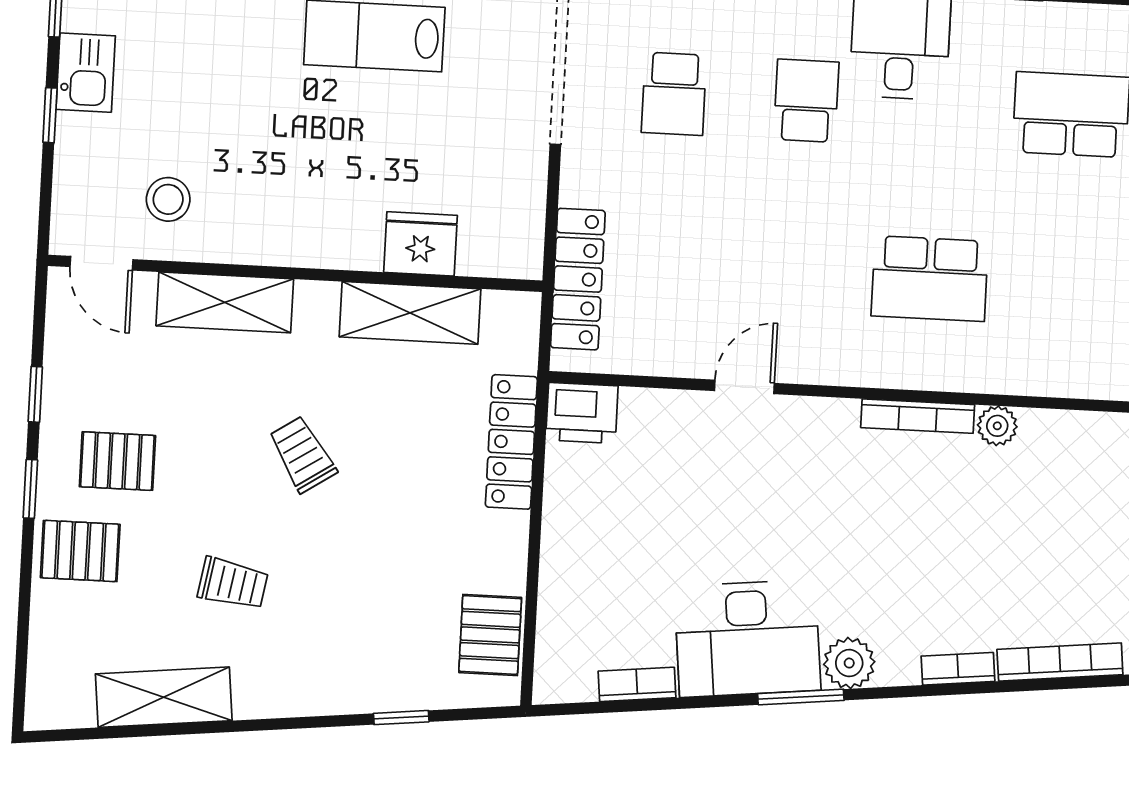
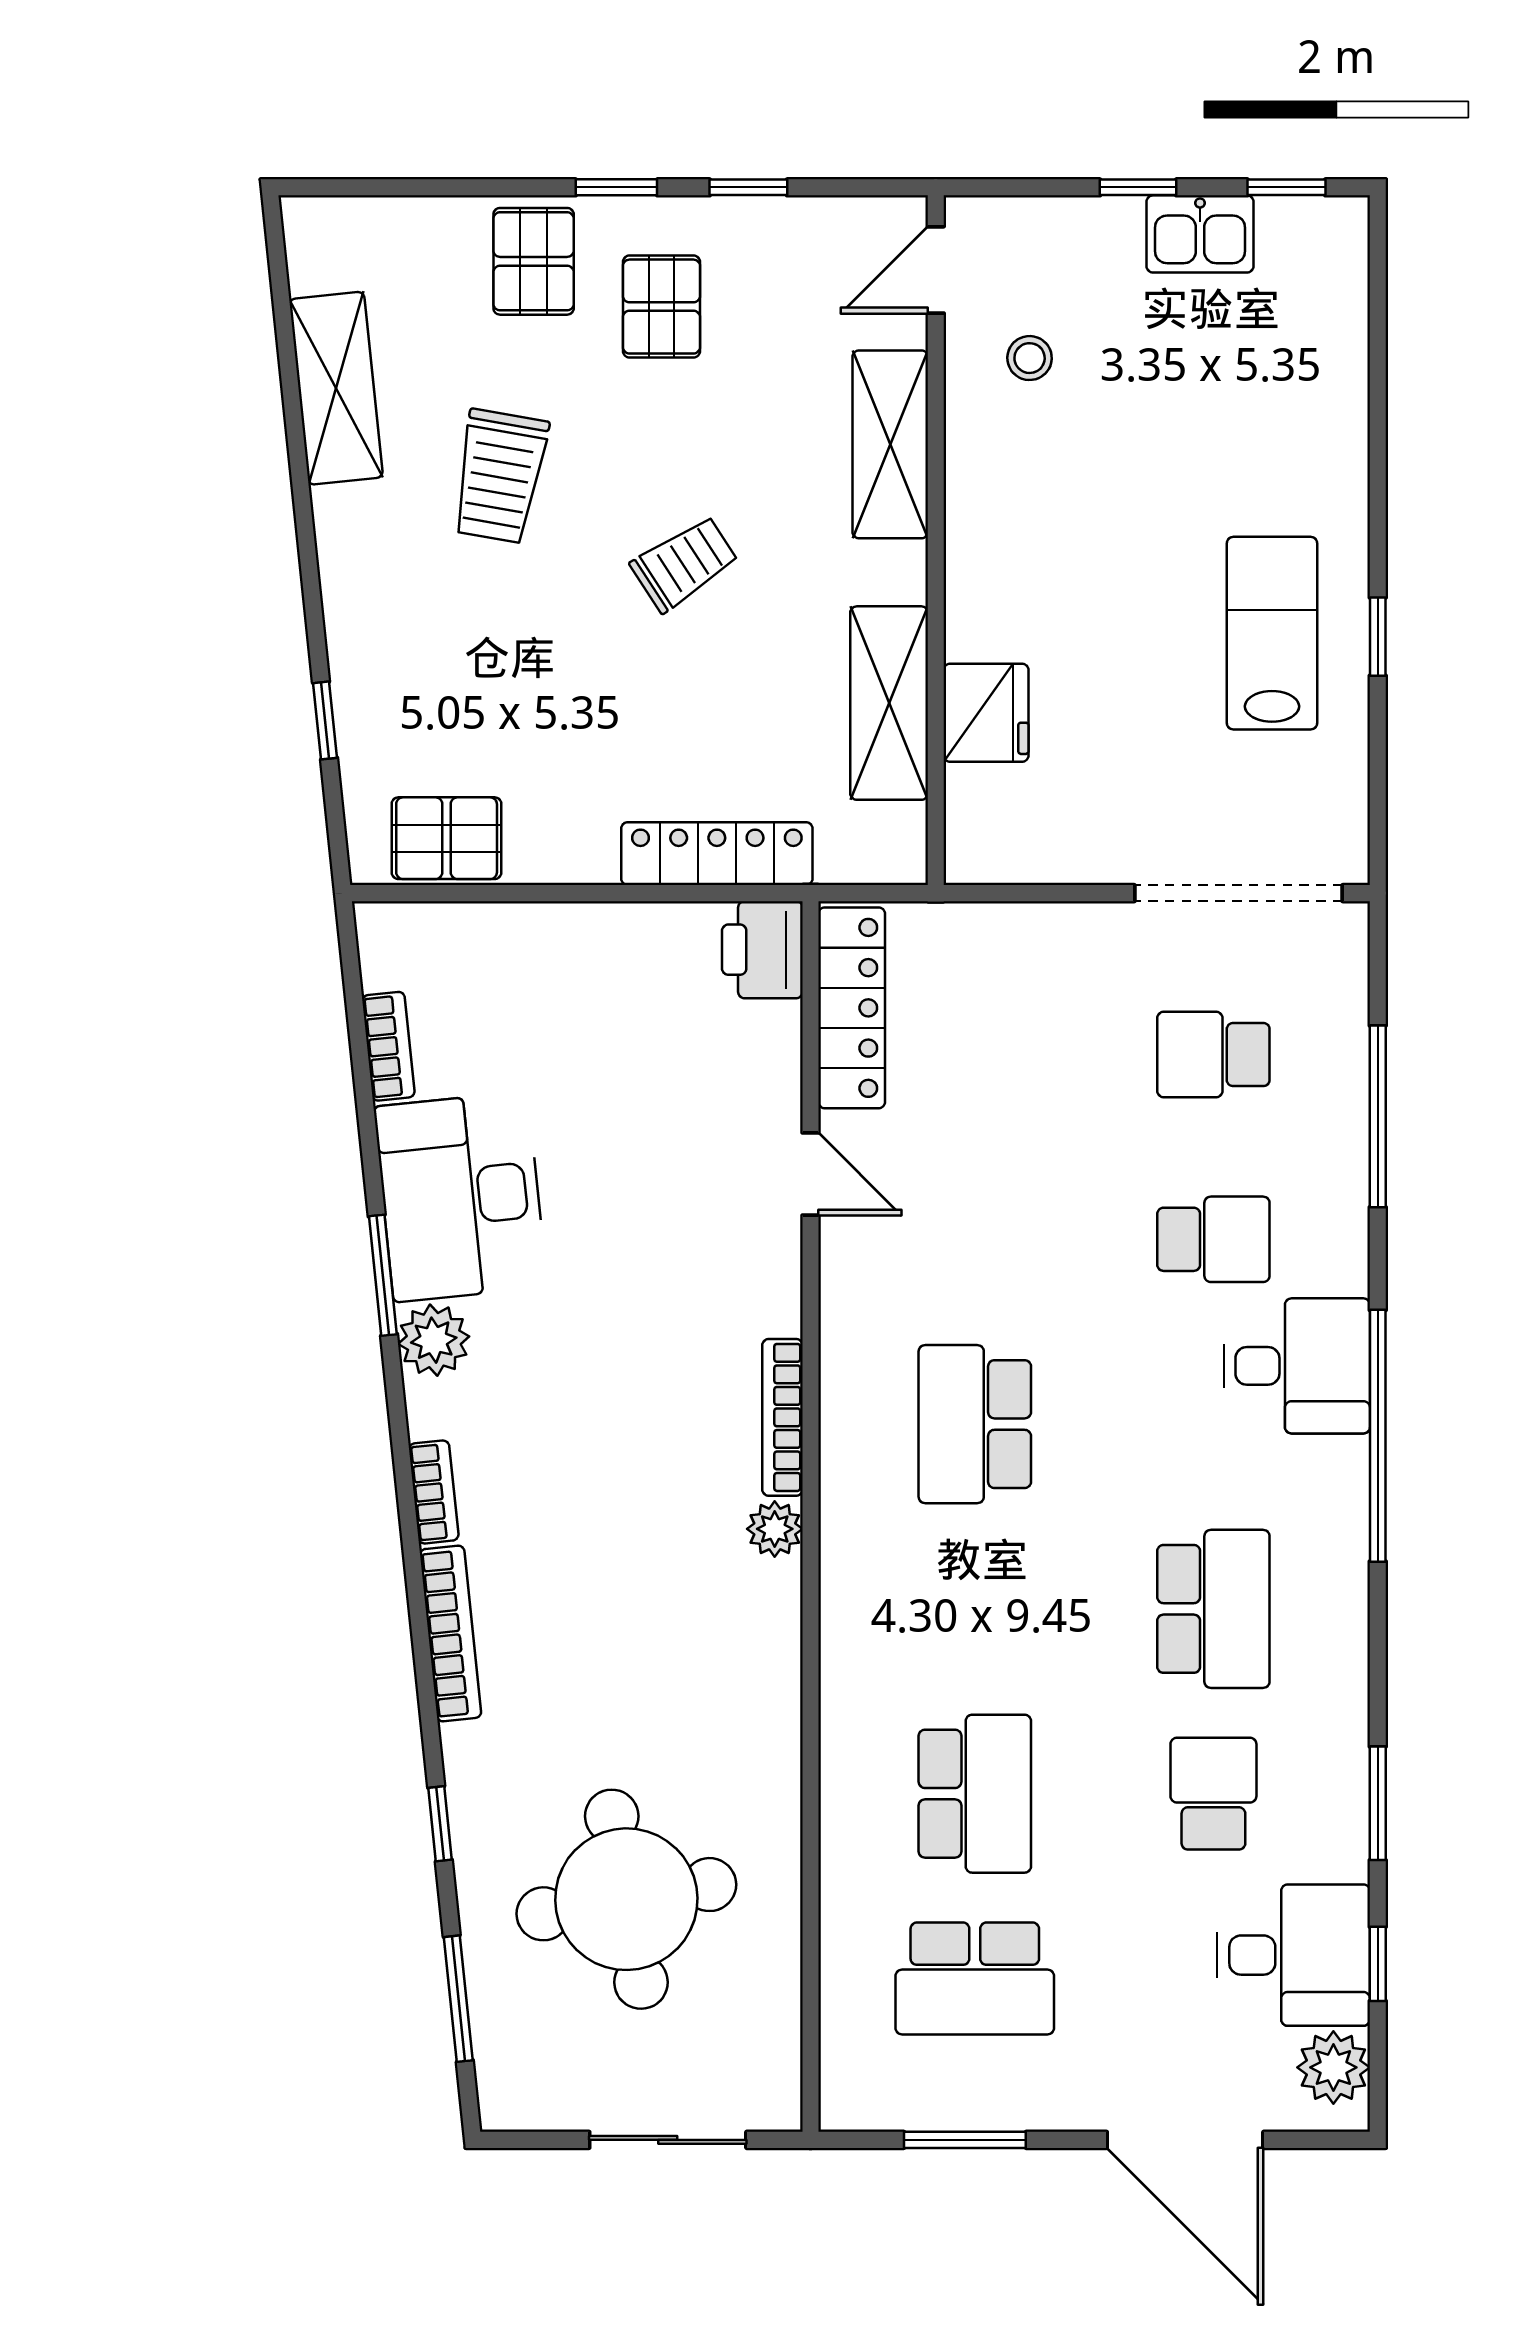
stool: (168, 199) -> (1030, 358), width x0.73, depth x0.73
locker: (578, 279) -> (852, 1008), moved, turned -90
trolley: (233, 583) -> (500, 476), width x1.36, depth x1.39

